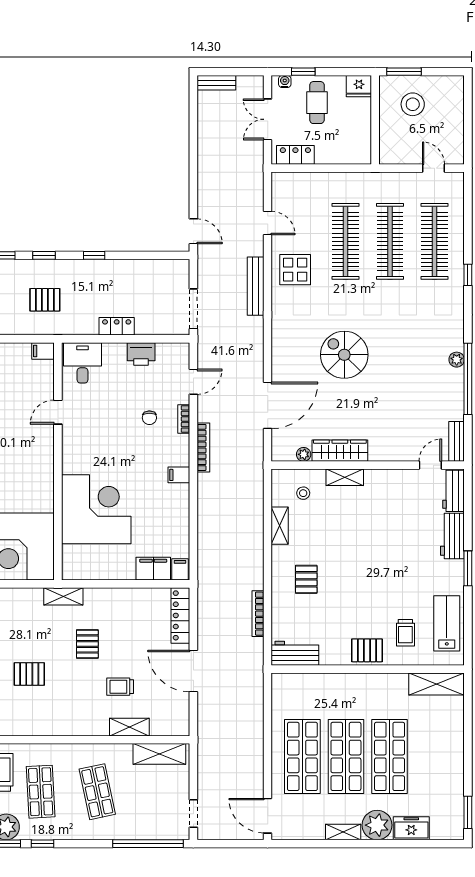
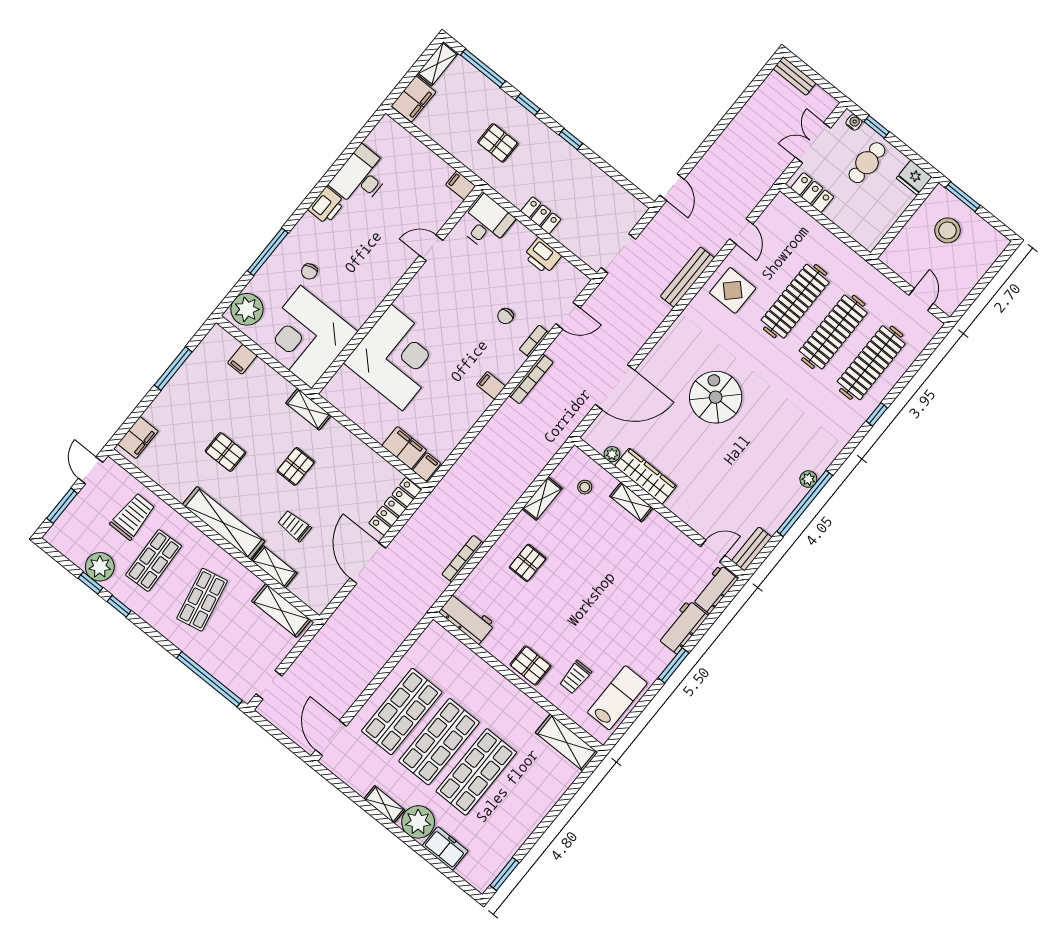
shelving: (69, 725) -> (223, 523), added

